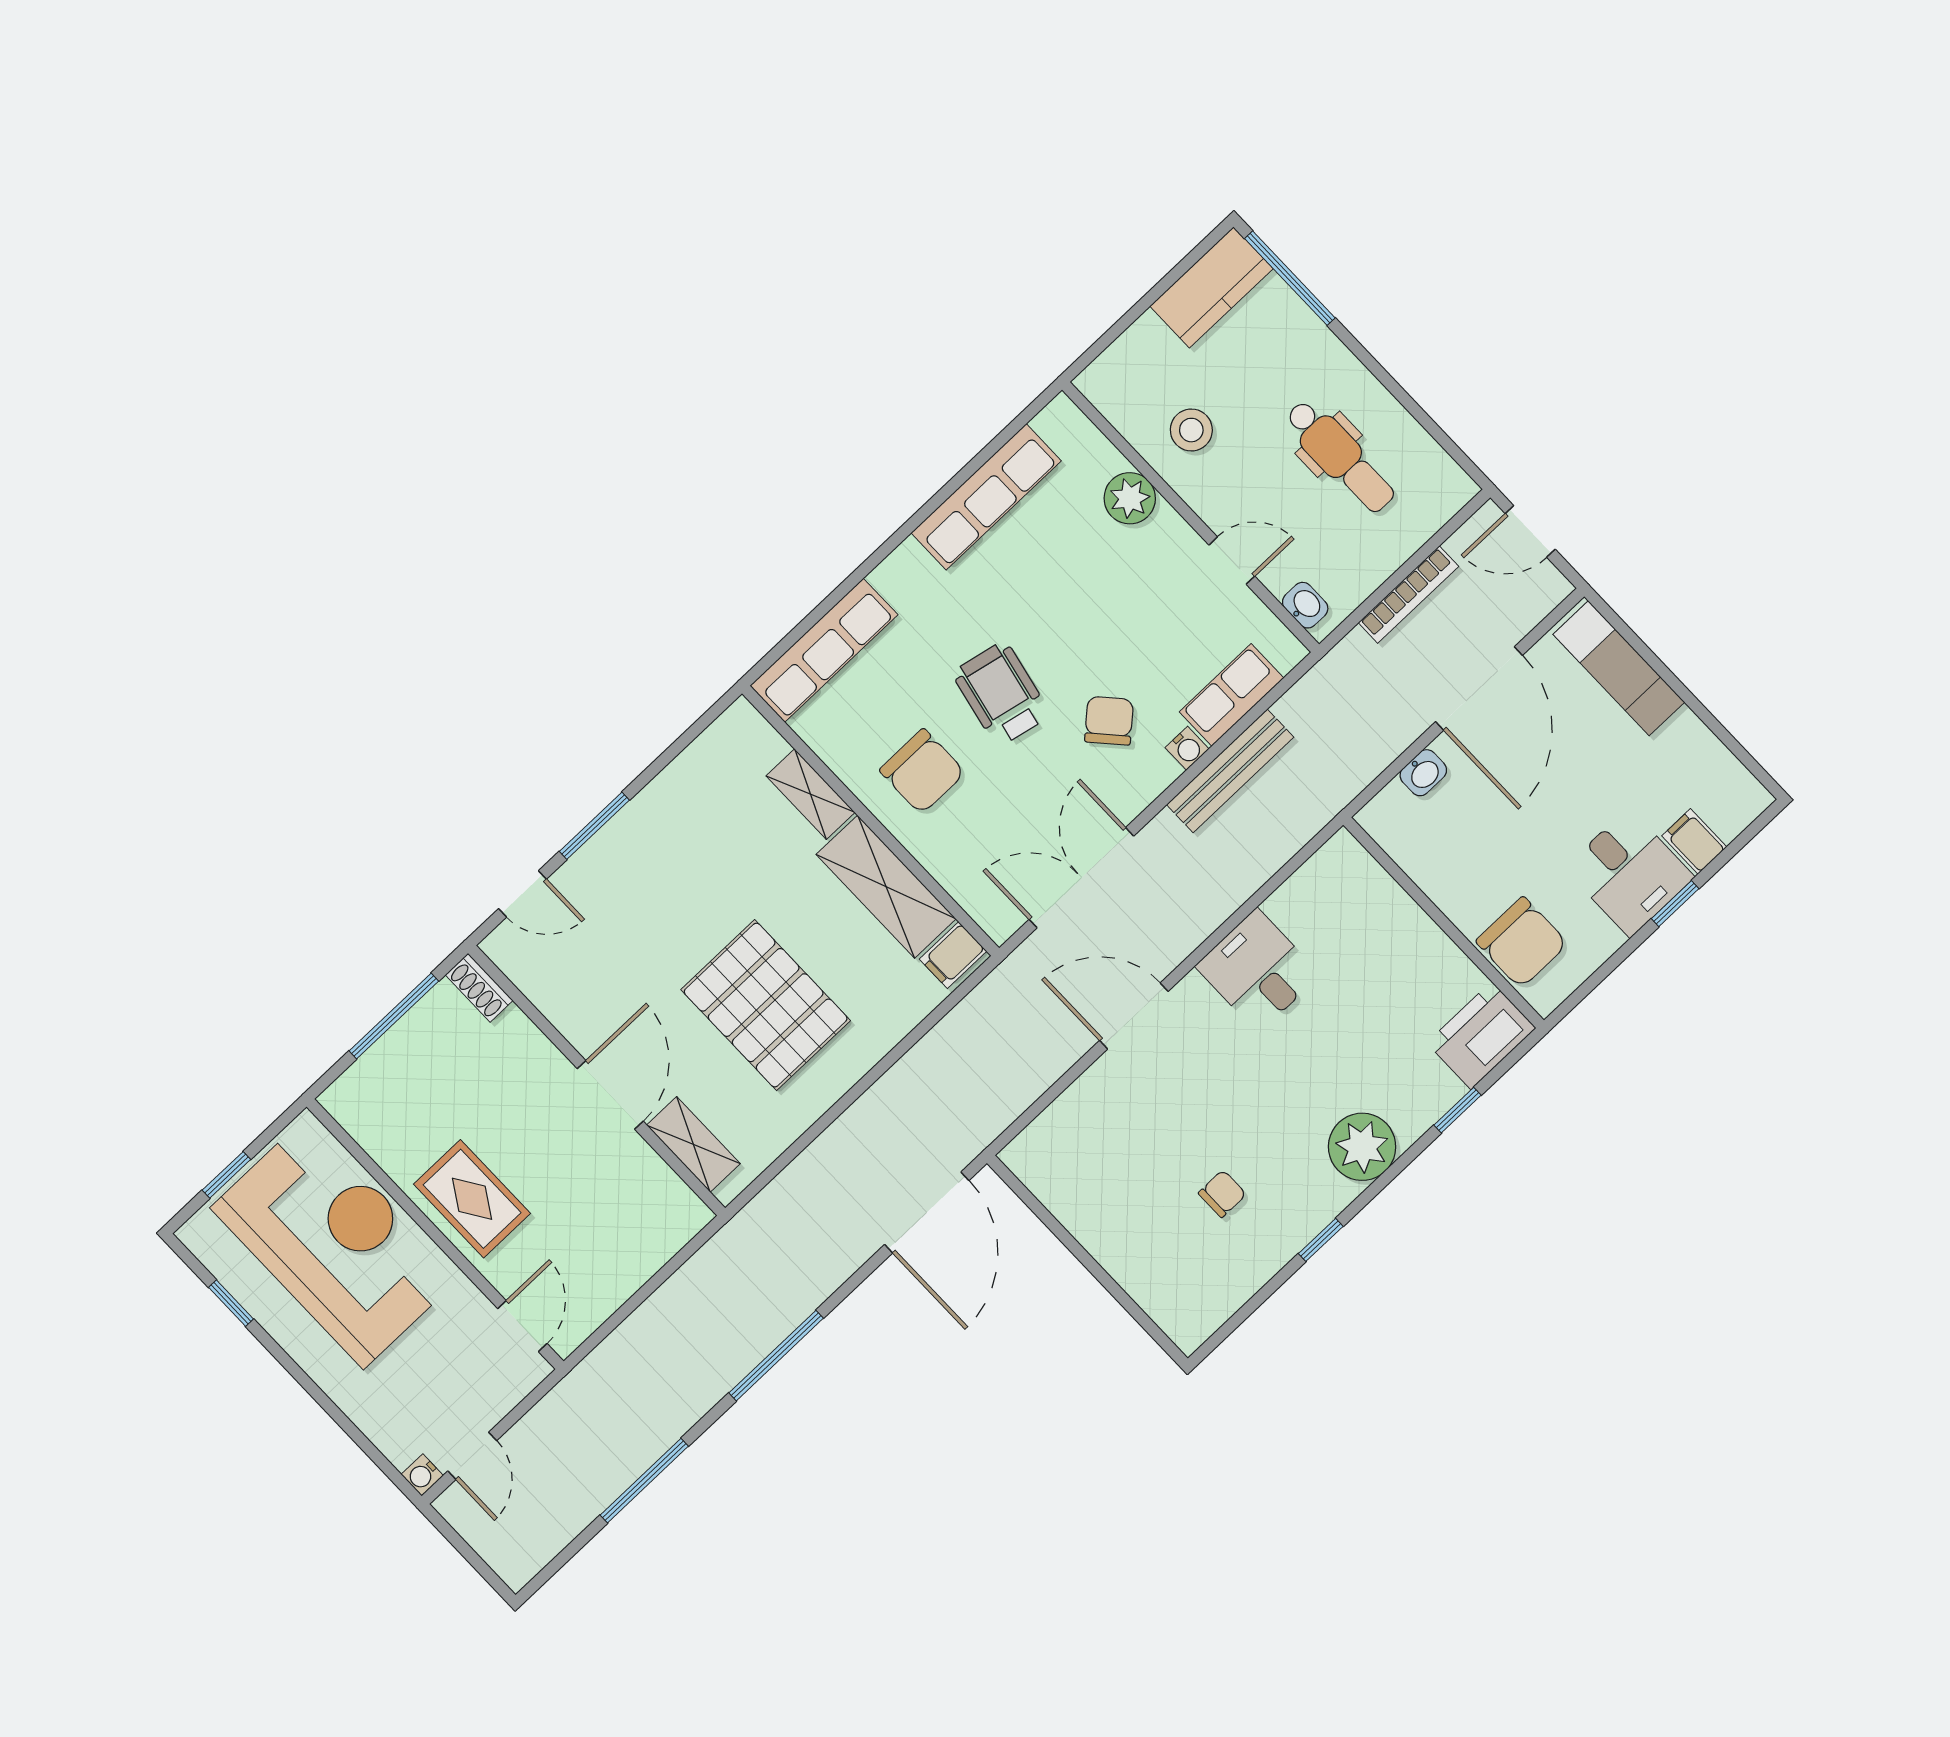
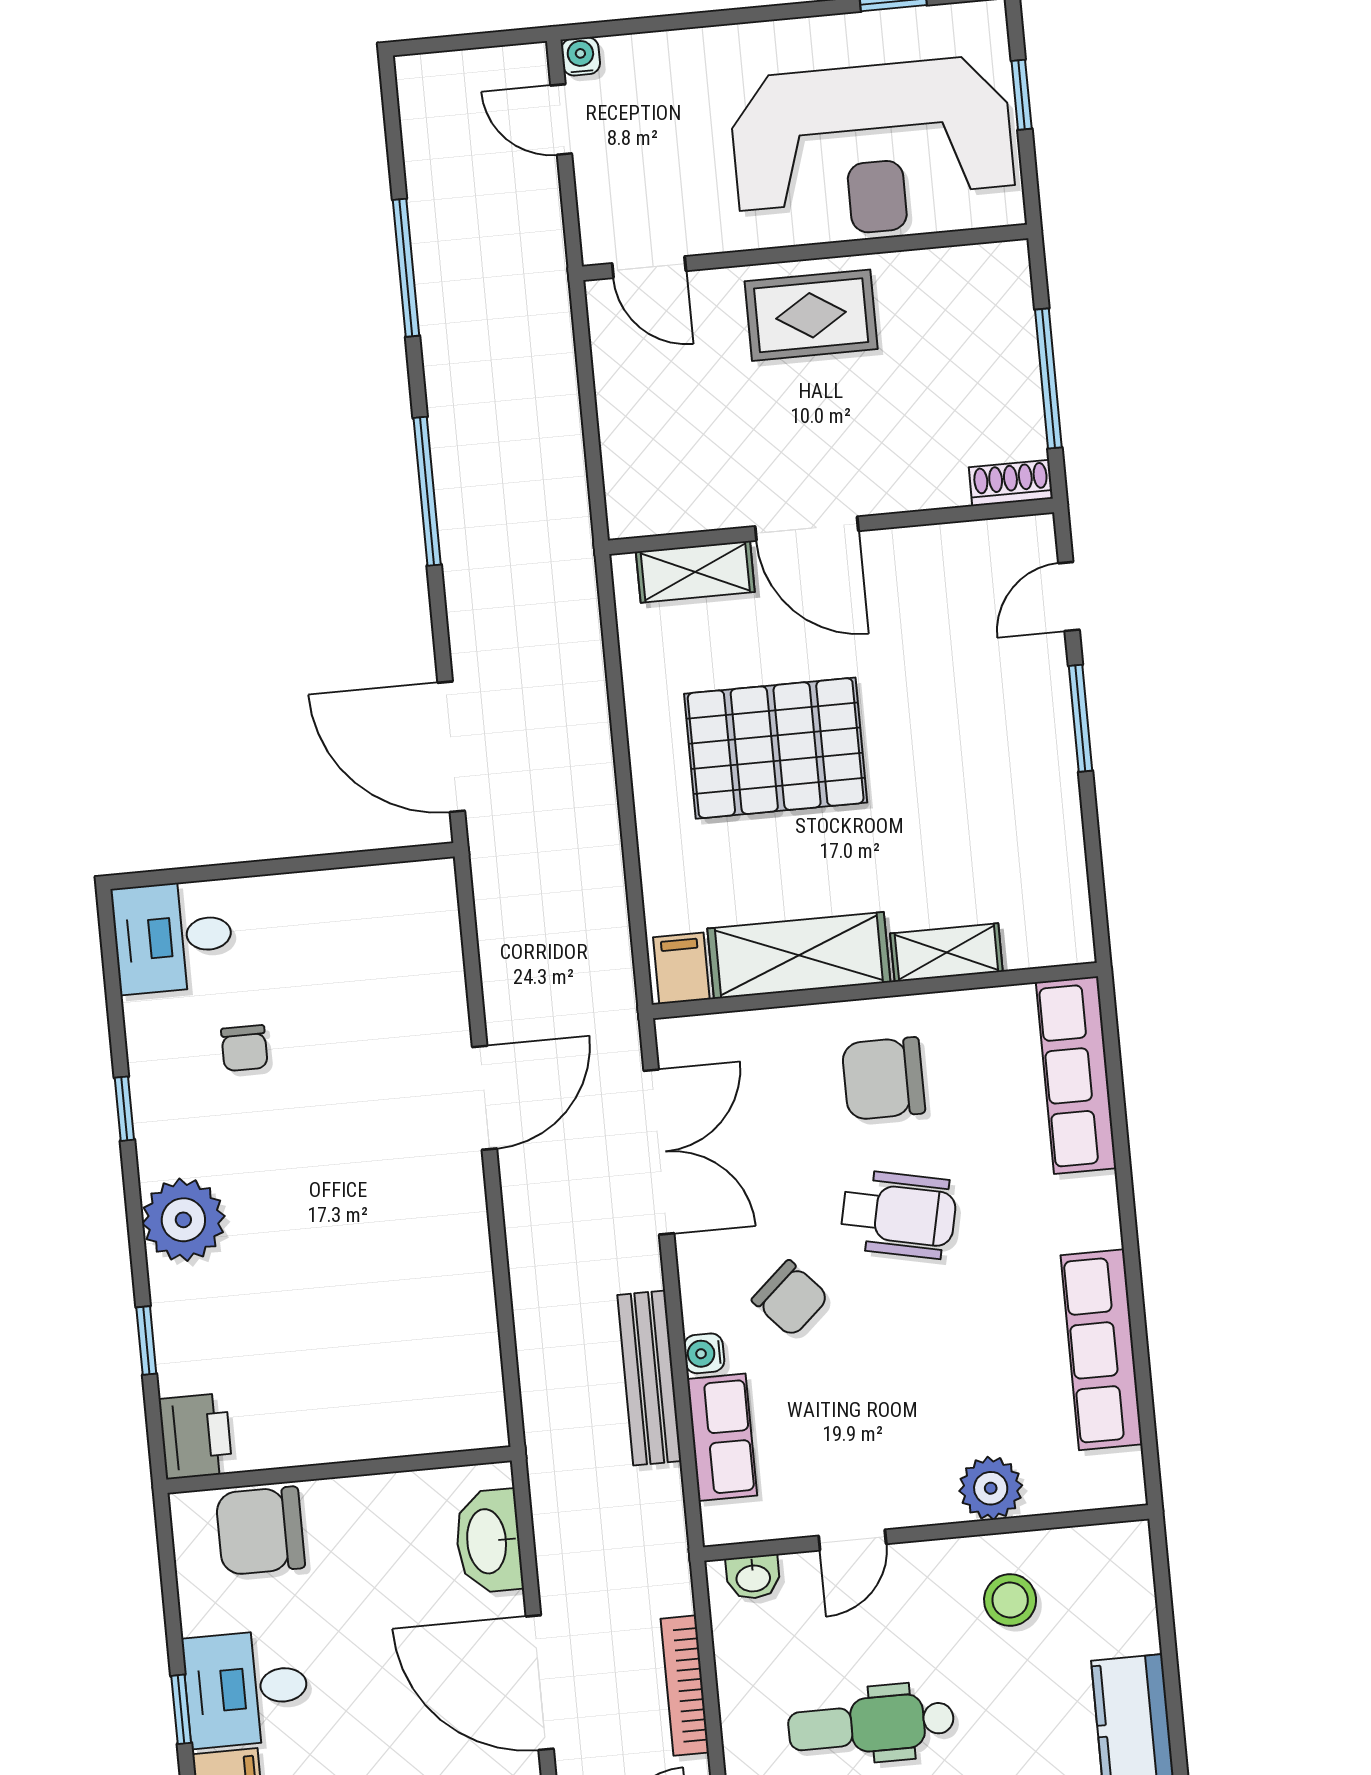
washbasin: (1423, 773) -> (488, 1541), width x1.91, depth x1.45
desk: (1258, 970) -> (173, 937), moved, turned 180
printer: (1481, 1035) -> (196, 1436), width x0.73, depth x0.84

